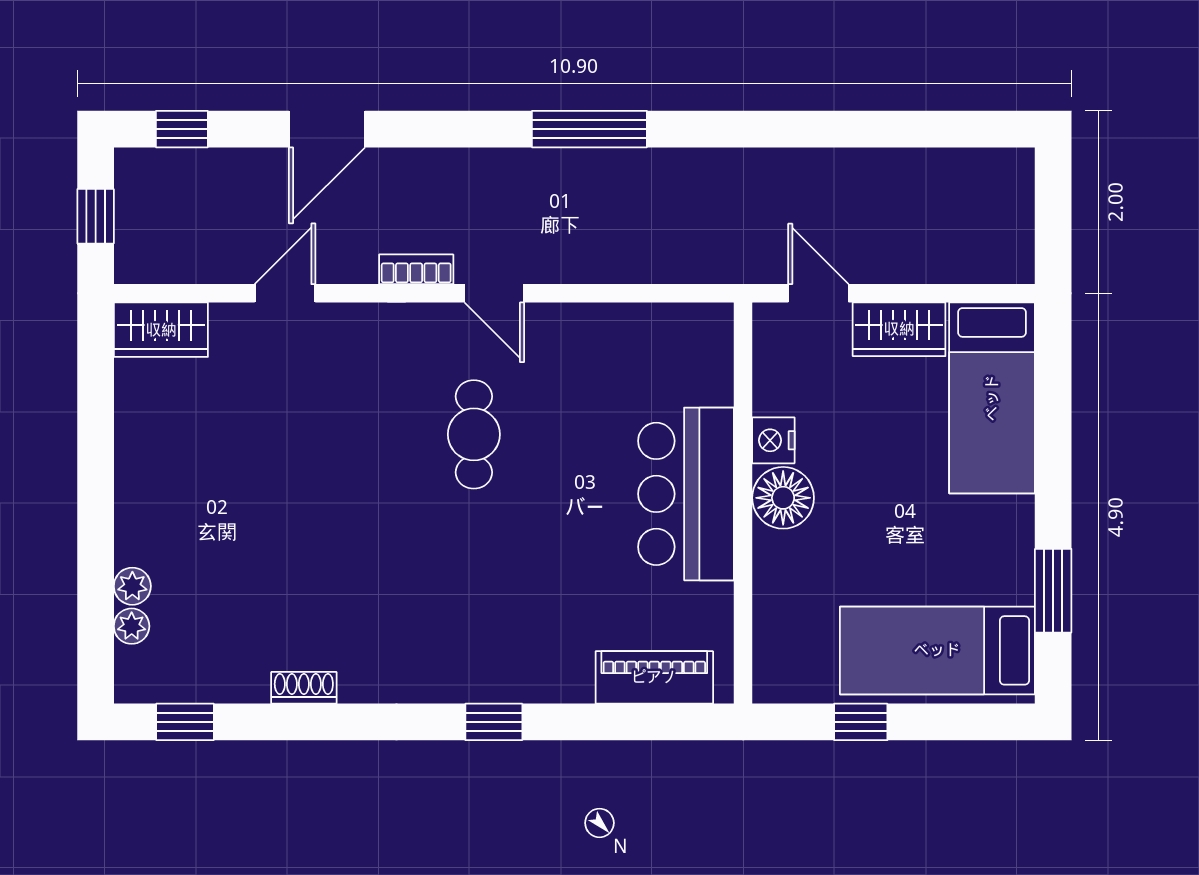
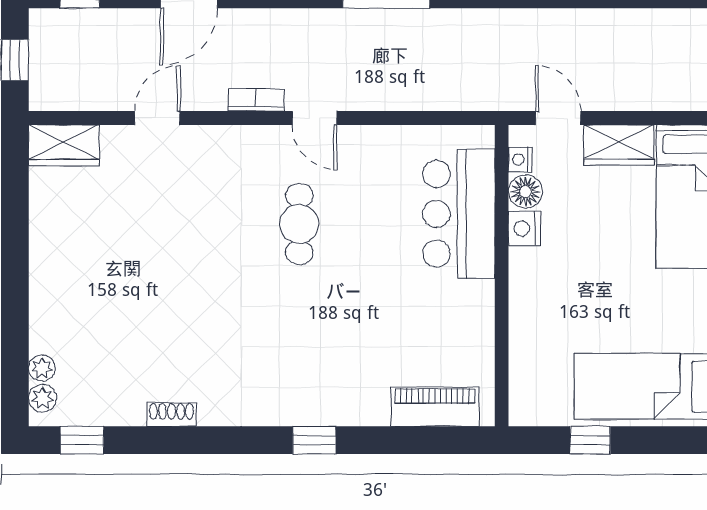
nightstand: (768, 349) -> (520, 160), added
bar counter: (686, 494) -> (459, 214), moved
floor lamp: (783, 498) -> (525, 192), moved, width x0.73, depth x0.73
plant: (132, 586) -> (43, 398), moved

